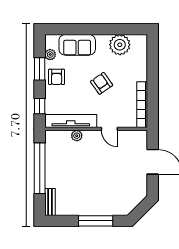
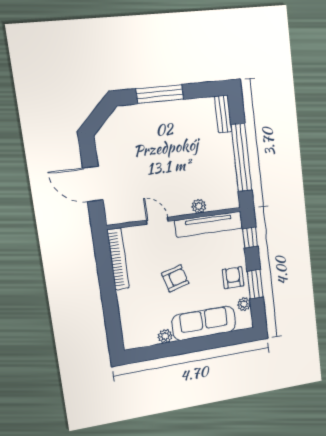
sofa: (77, 45) -> (204, 323), width x1.36
plant: (120, 45) -> (165, 336), width x0.53, depth x0.53
armchair: (102, 83) -> (175, 278), turned -71

